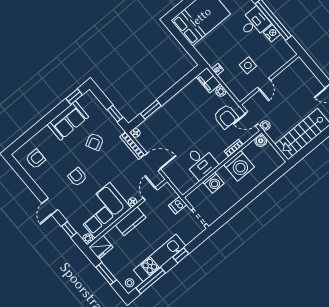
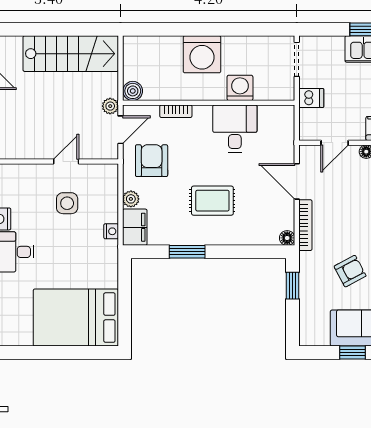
window: (74, 97) -> (353, 353), moved
window: (151, 110) -> (187, 252), moved
door: (252, 119) -> (120, 130), hinge flipped
rug: (183, 122) -> (212, 201), added
washing machine: (239, 166) -> (202, 54), moved, turned 180

